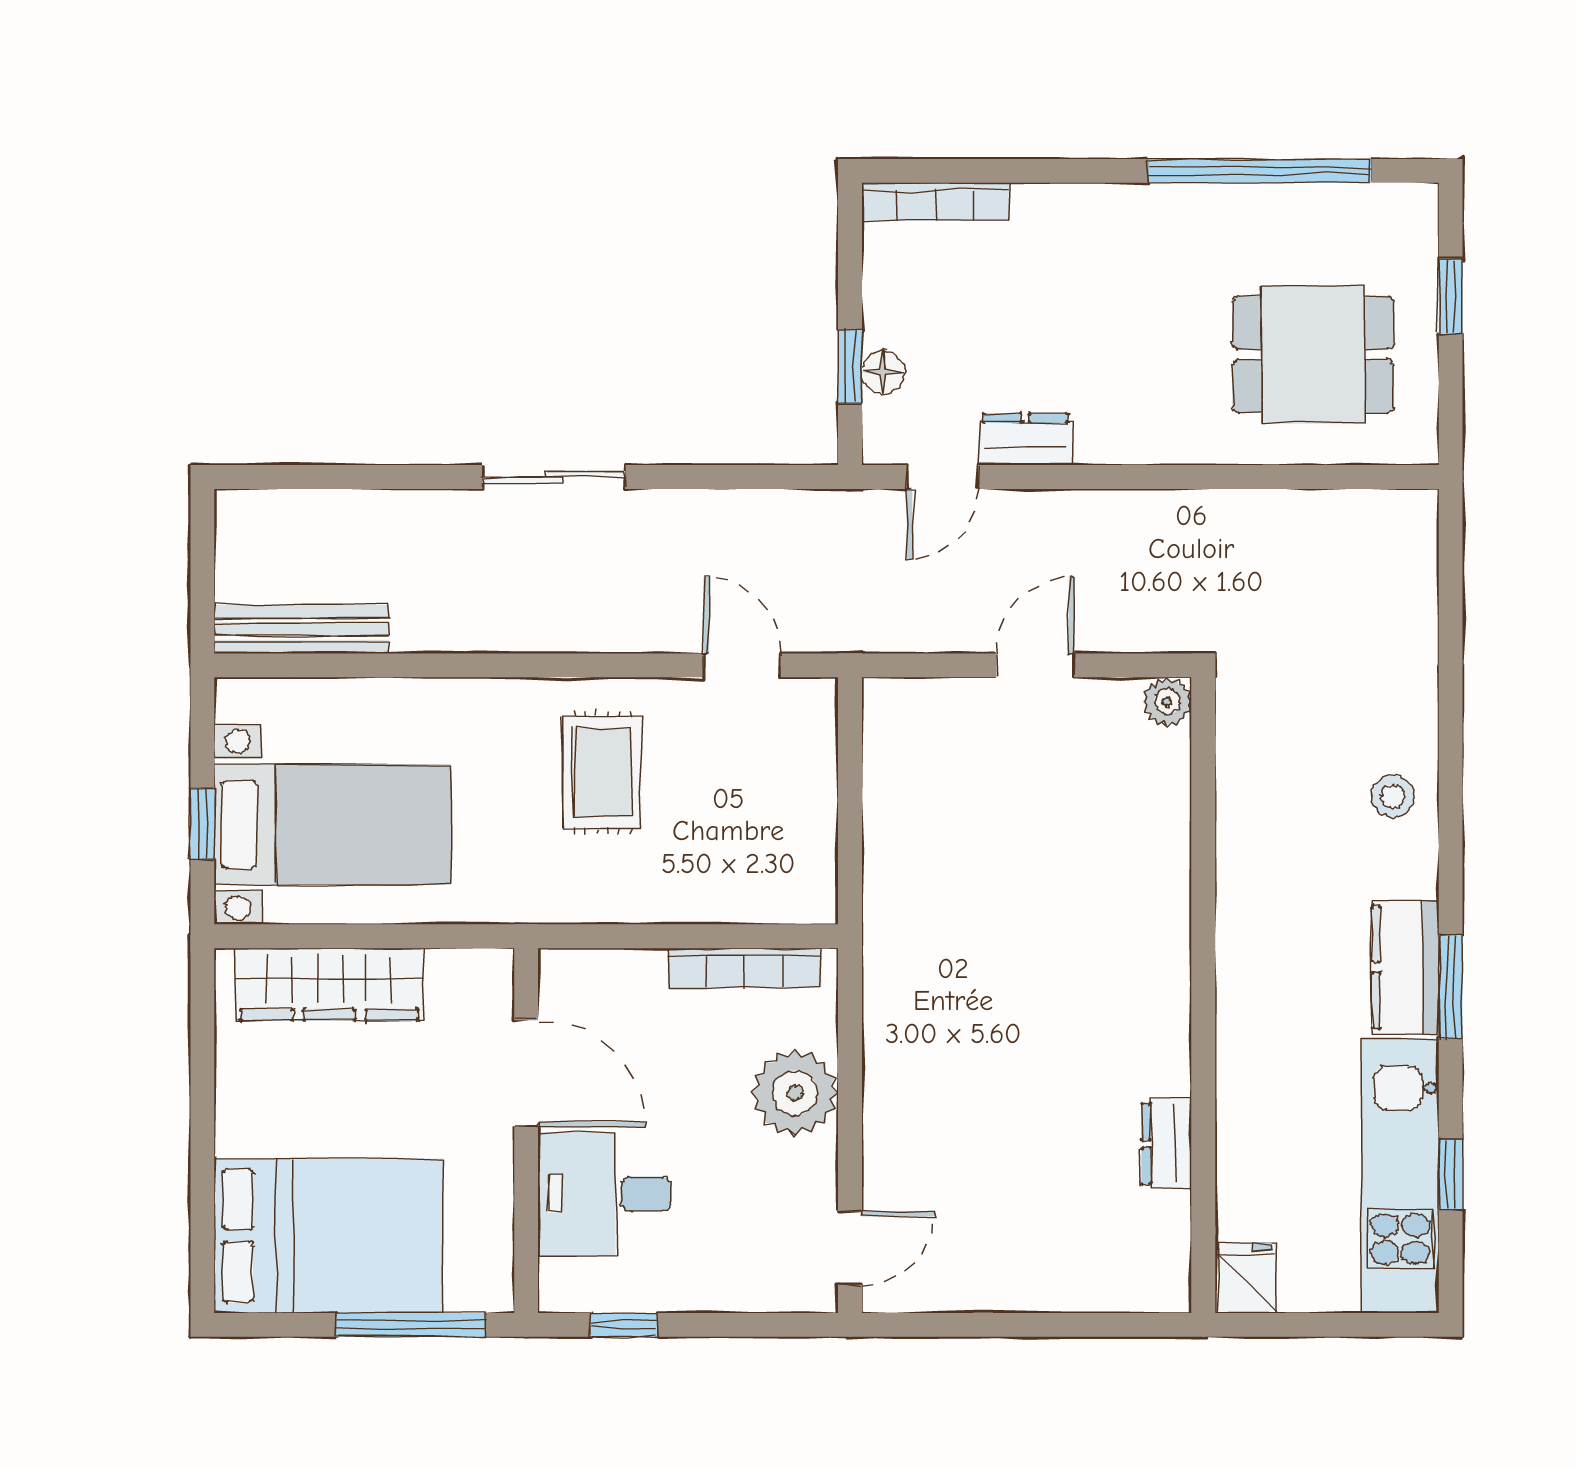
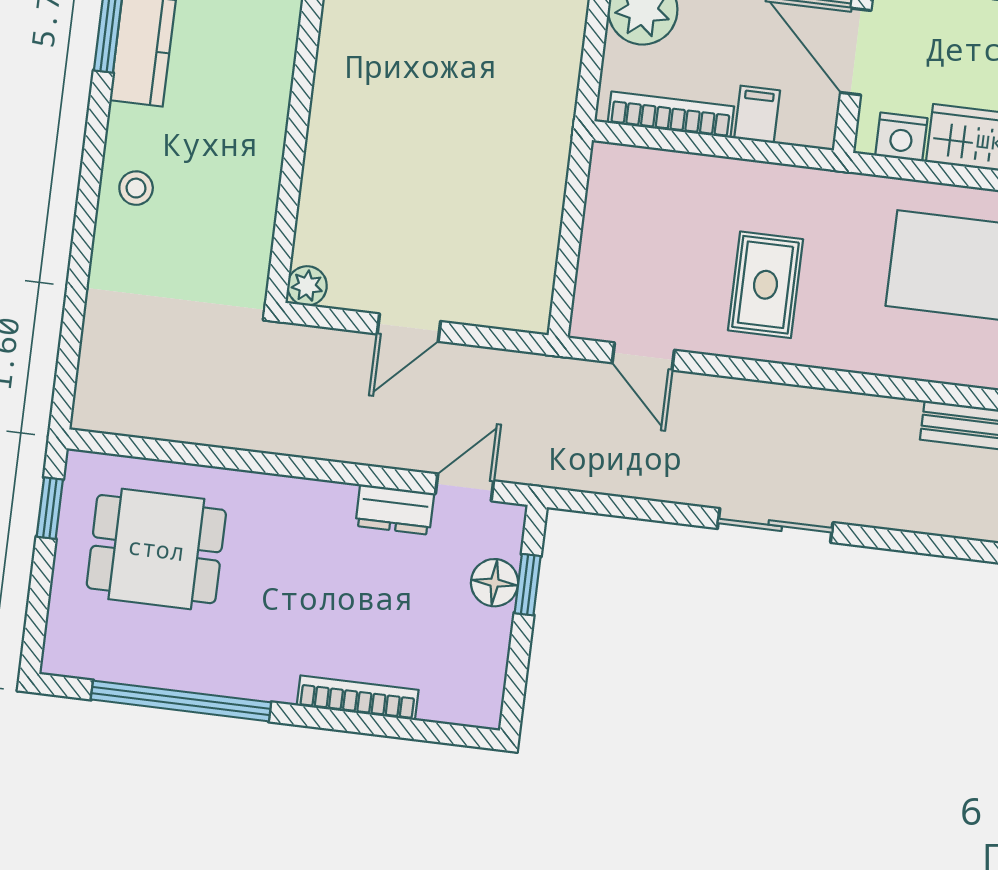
bookcase: (936, 202) -> (358, 698), moved
window: (1451, 297) -> (50, 508), moved
floor lamp: (883, 372) -> (494, 583), width x1.37, depth x1.37
nightstand: (457, 975) -> (901, 137), added
filing cabinet: (638, 981) -> (757, 114), added

